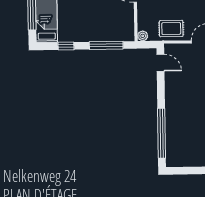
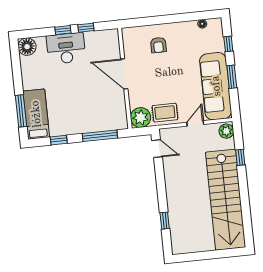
plant: (143, 36) -> (141, 118), width x1.87, depth x1.87
window: (162, 133) -> (165, 221), width x0.32

